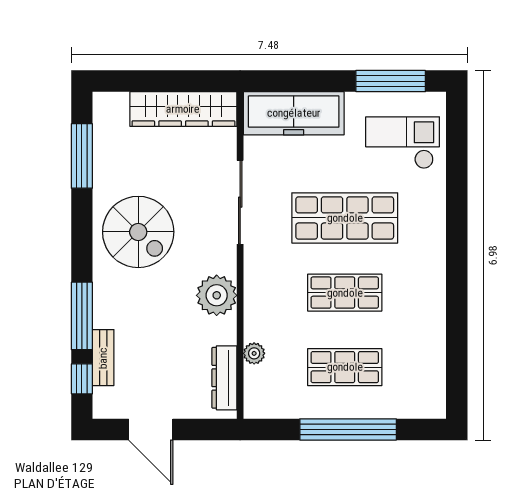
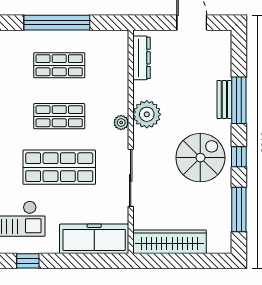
window: (391, 81) -> (28, 261), width x0.46
spiral stairs: (138, 232) -> (200, 158), turned 90
plant: (254, 353) -> (121, 122), moved
bench: (103, 358) -> (224, 99), moved
window: (82, 379) -> (239, 157), moved

